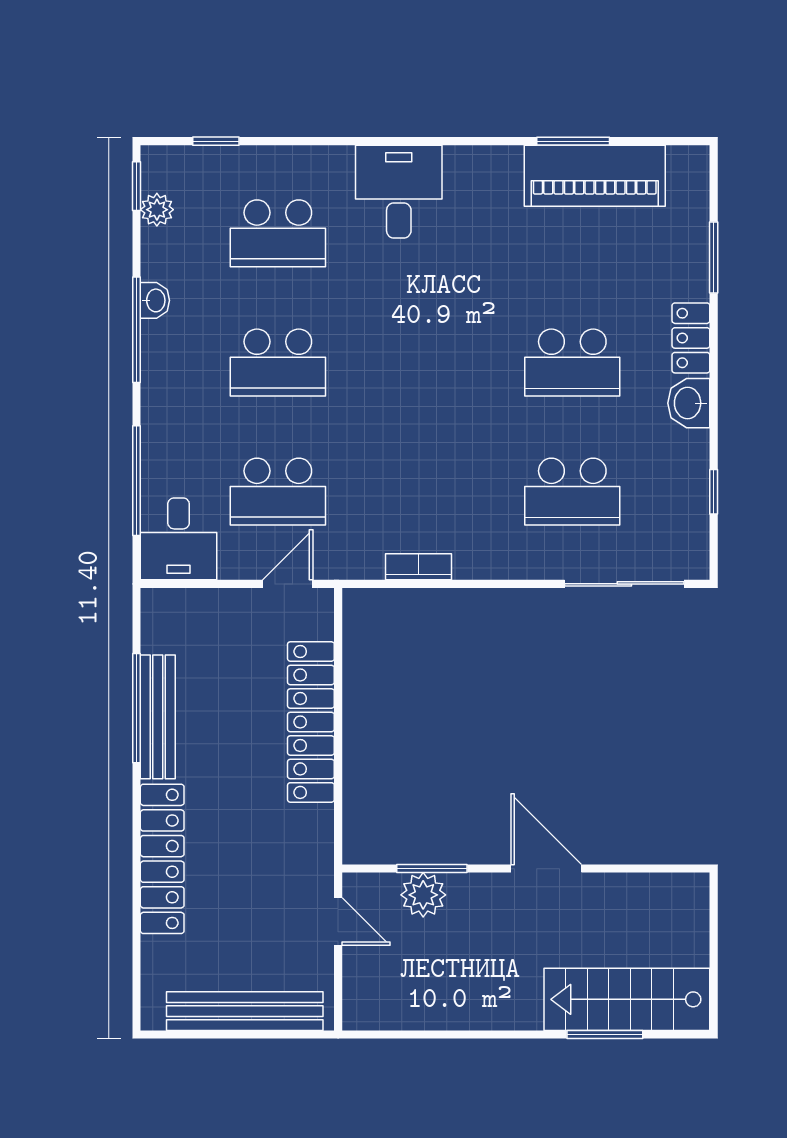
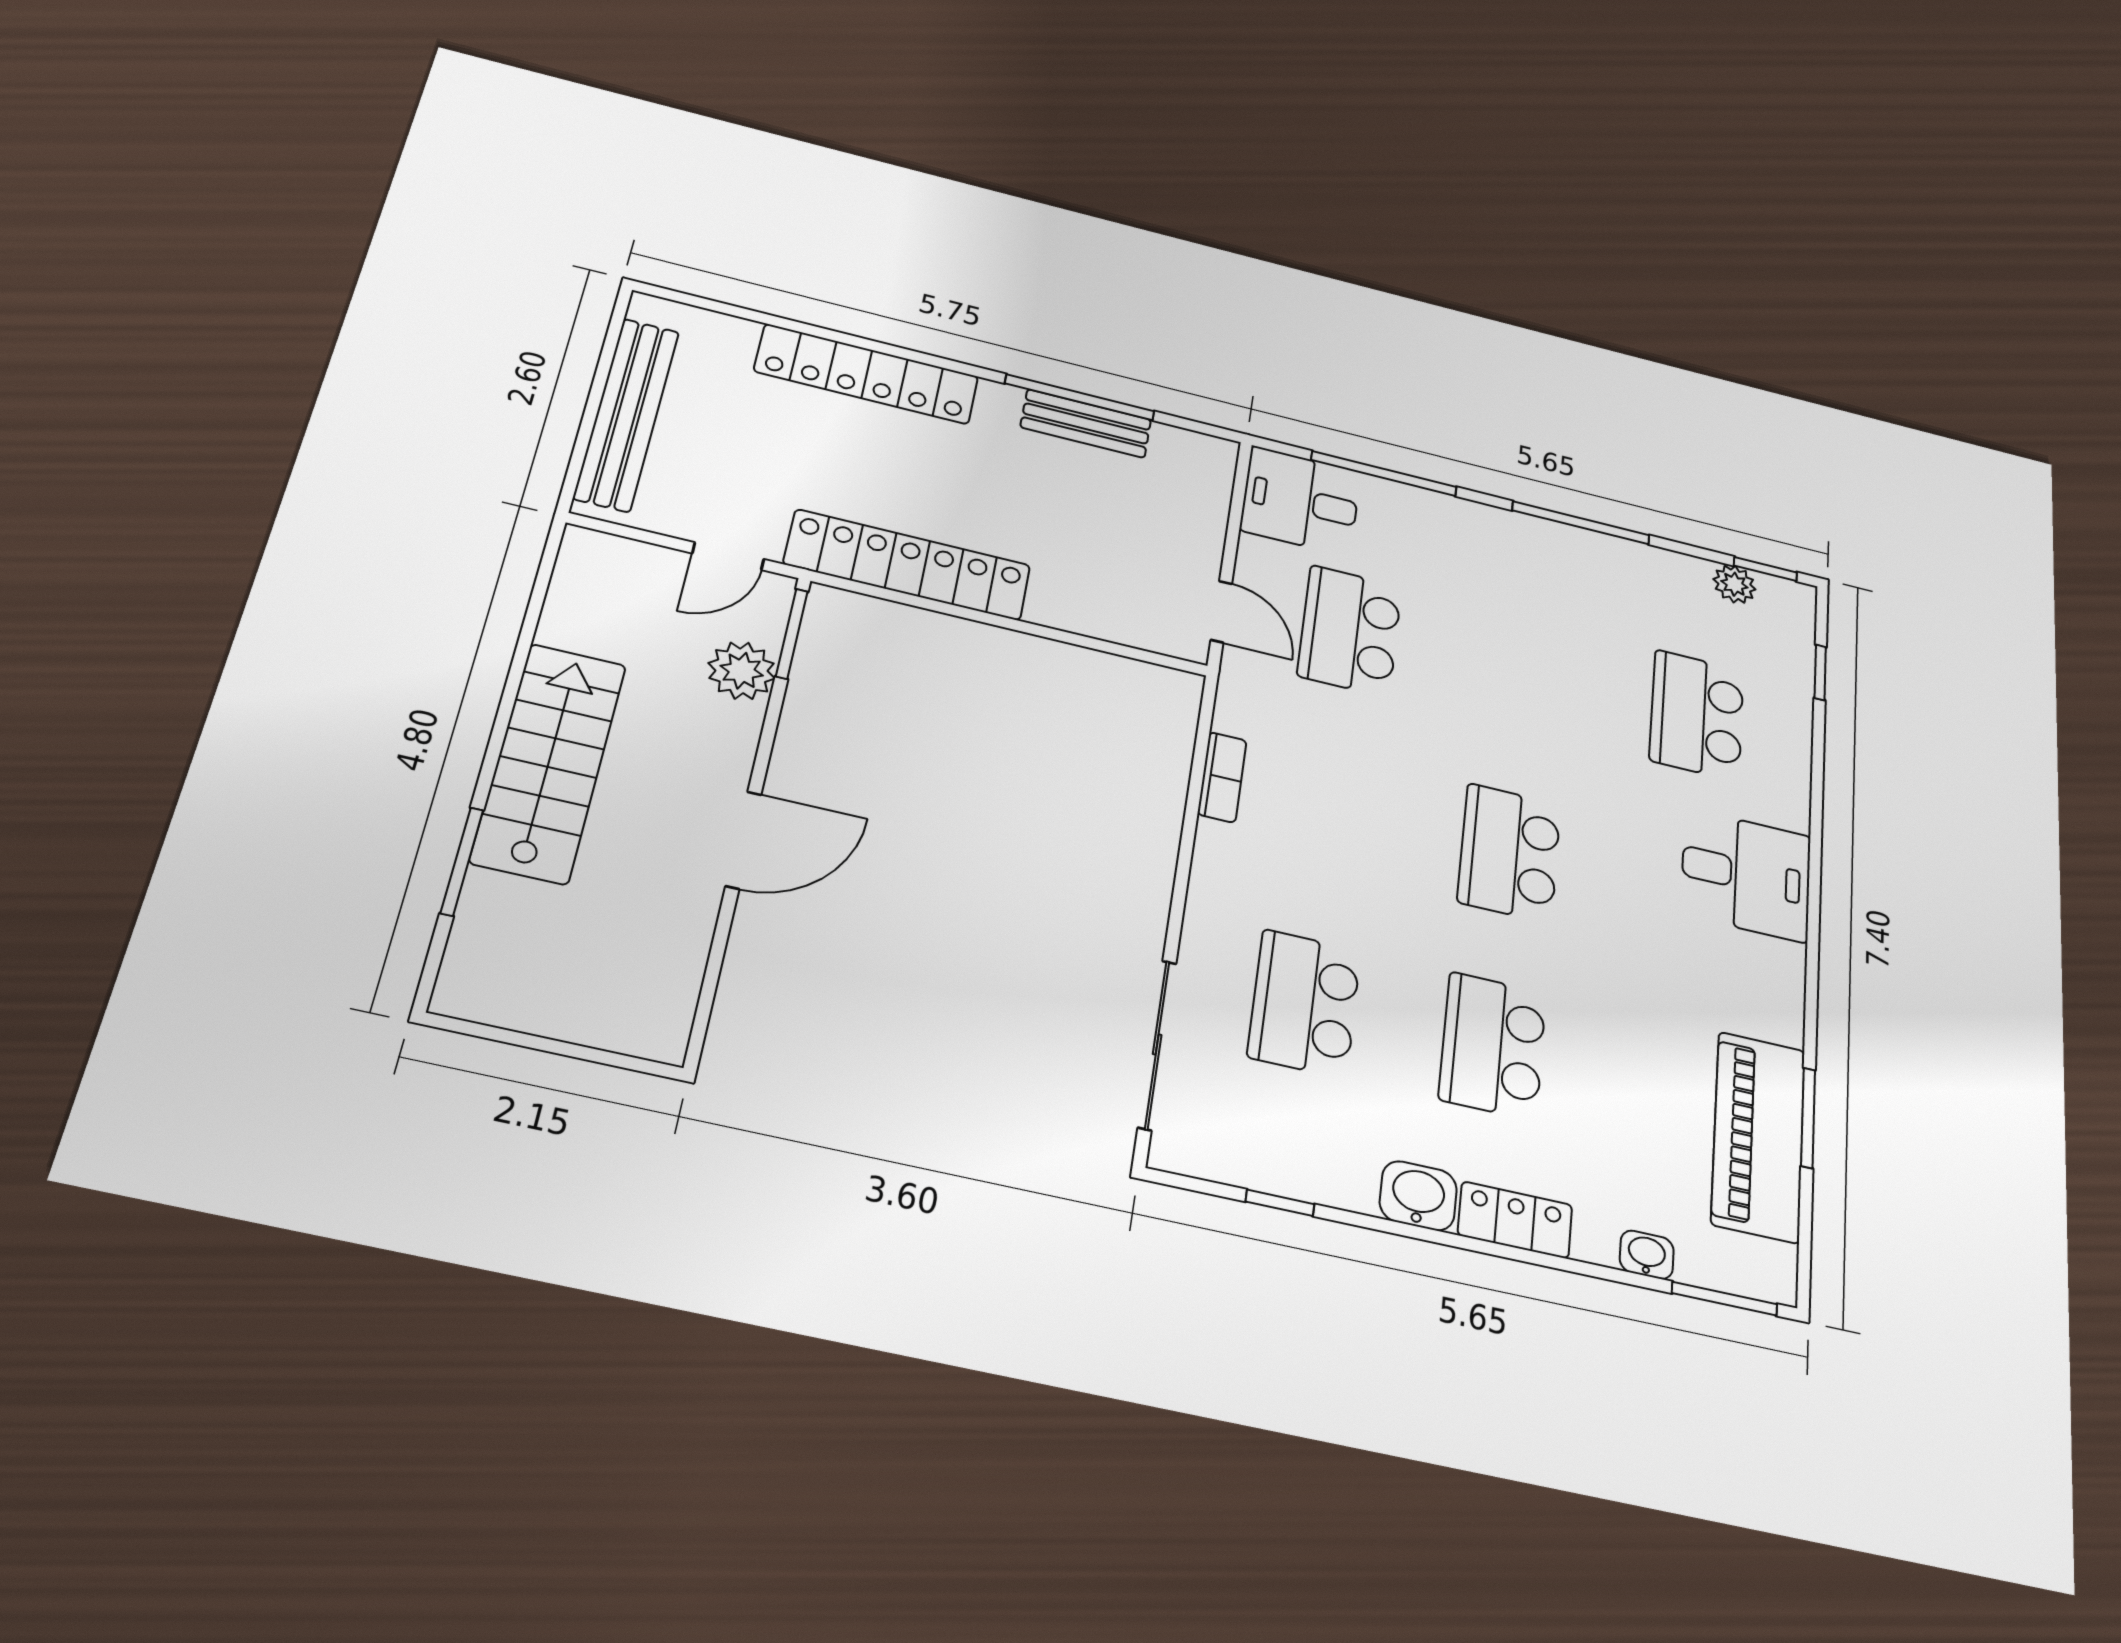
window: (714, 258) -> (1724, 1299), moved
washbasin: (155, 300) -> (1647, 1255), moved, turned 180
school desk: (278, 363) -> (1509, 853), moved
bench: (158, 717) -> (1086, 424), width x0.73
locker: (311, 722) -> (908, 565), moved
window: (432, 869) -> (792, 634), moved
stairs: (627, 999) -> (549, 762), moved

